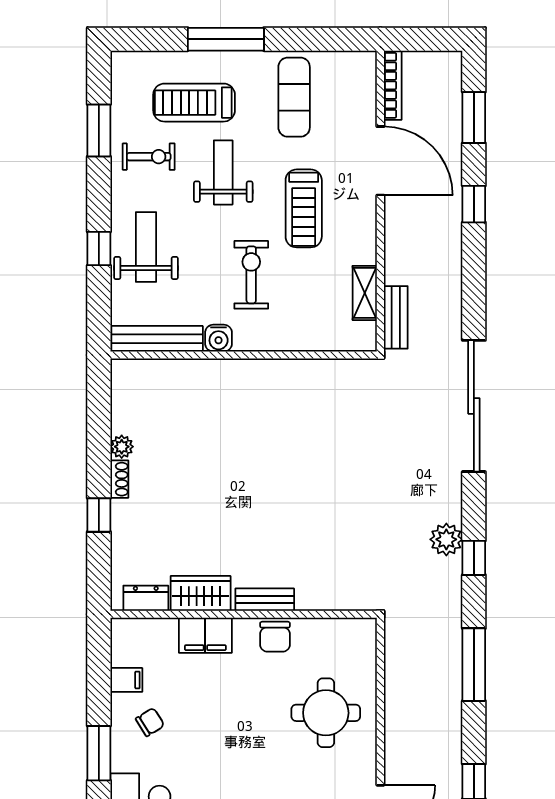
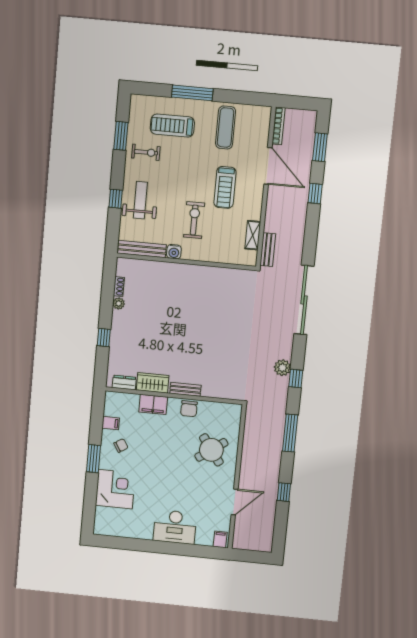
weight bench: (223, 172) -> (184, 164), removed
shoe rack: (119, 479) -> (119, 287), moved
round table: (326, 713) -> (211, 450), turned -36

